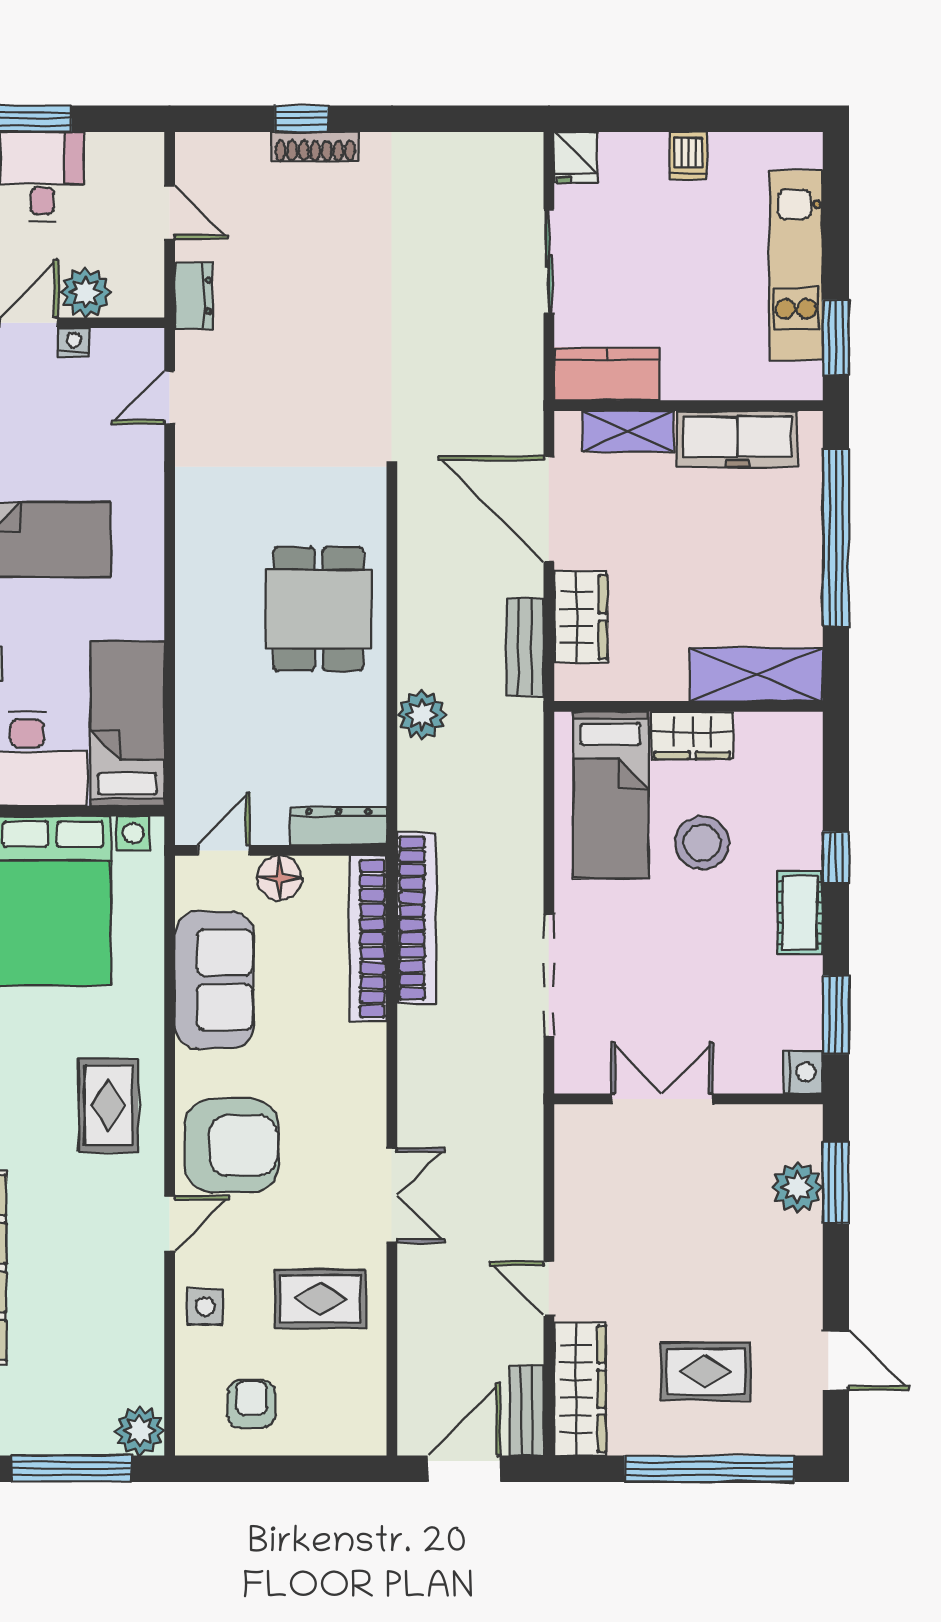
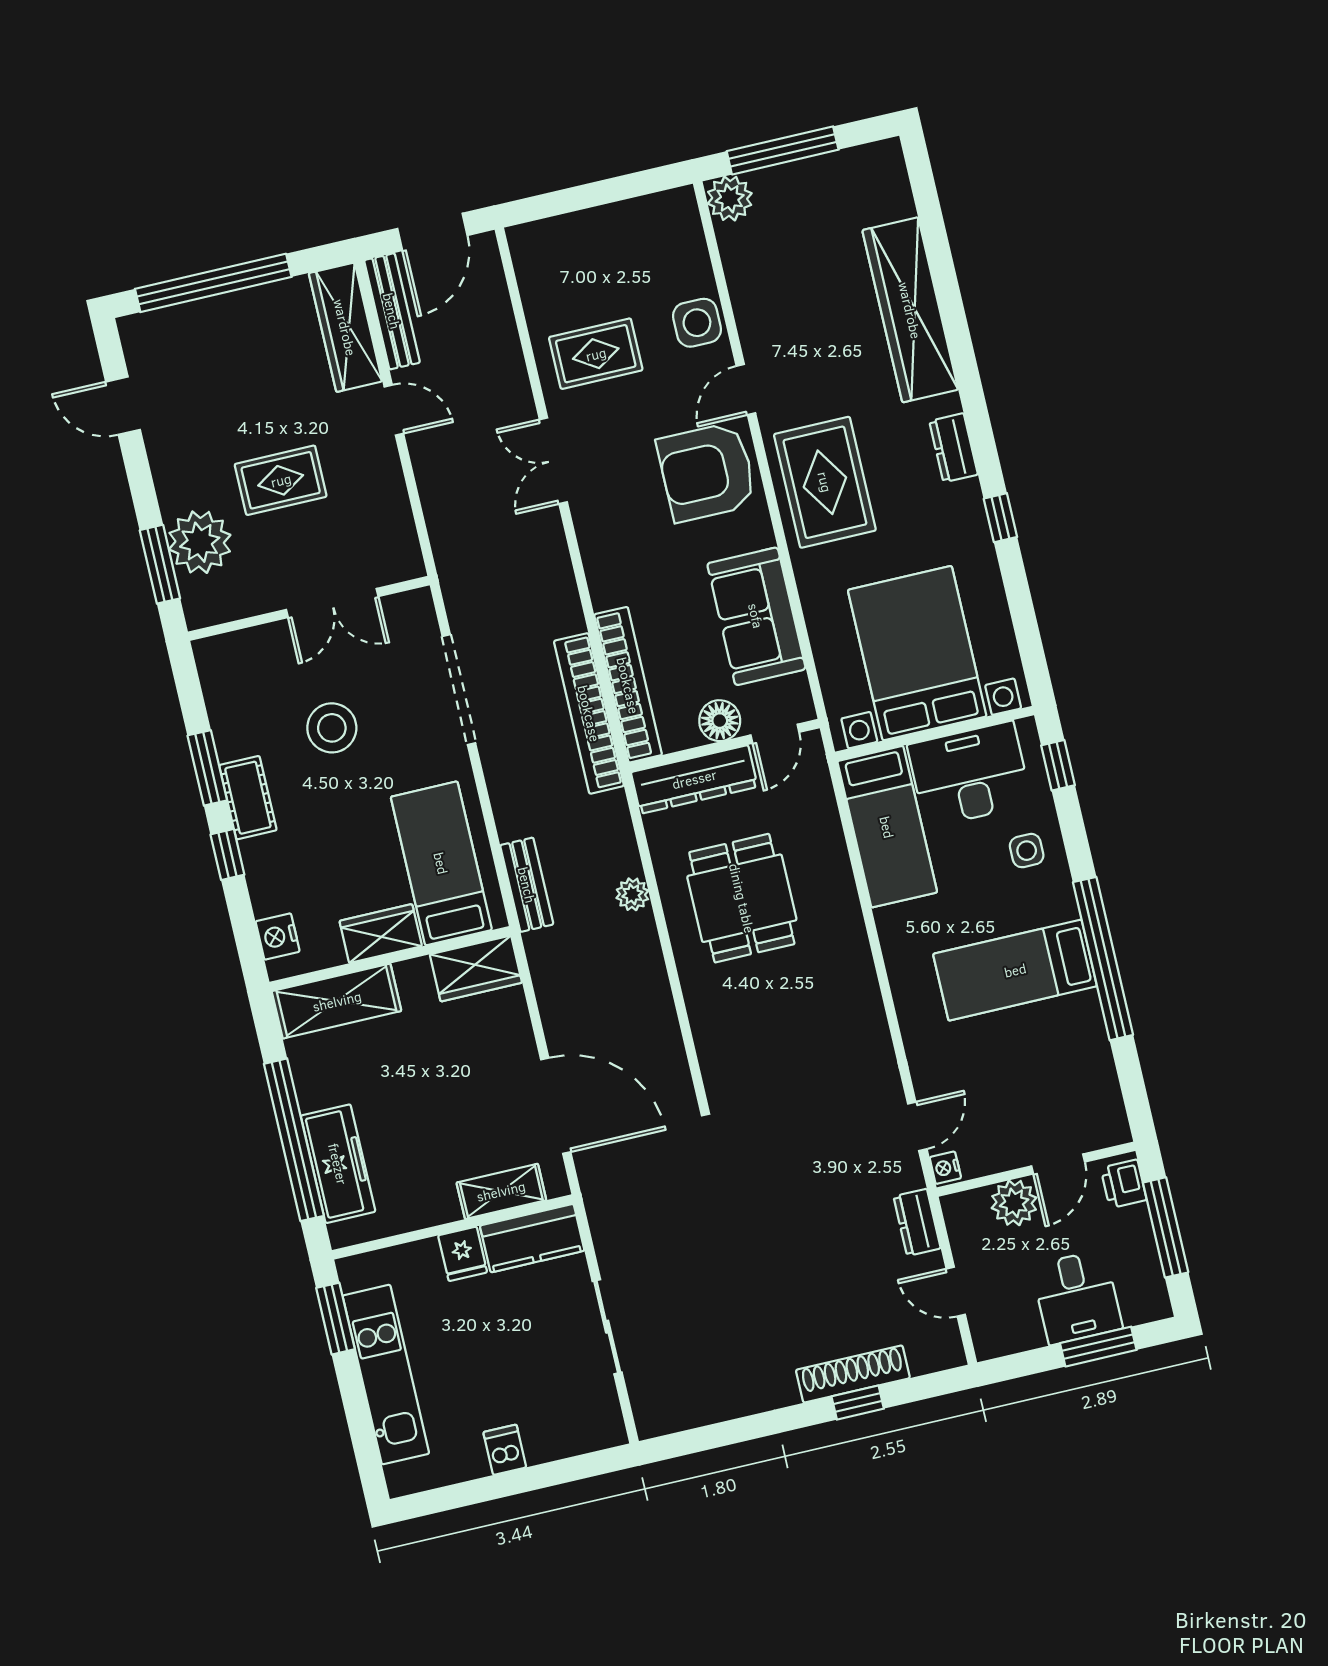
shoe rack: (315, 147) -> (853, 1374), width x1.36, depth x1.24
fridge: (576, 158) -> (463, 1254), moved, turned 180
nightstand: (74, 342) -> (945, 1168), moved, turned 90
freezer: (737, 439) -> (338, 1164), moved, turned 90
dining table: (319, 609) -> (742, 898), moved
wardrobe: (581, 617) -> (476, 968), moved, turned -90
bench: (525, 647) -> (527, 885), moved
plant: (422, 715) -> (632, 894), width x0.73, depth x0.73
dresser: (339, 826) -> (694, 779), width x1.37, depth x1.24
stool: (702, 843) -> (332, 728), moved
window: (836, 1015) -> (207, 768), moved
nightstand: (803, 1072) -> (278, 937), moved
rug: (108, 1105) -> (825, 482), width x1.36, depth x1.43
plant: (797, 1187) -> (200, 542), width x1.36, depth x1.36
side table: (205, 1307) -> (697, 323), width x1.37, depth x1.37
rug: (705, 1371) -> (281, 480), moved
armchair: (251, 1404) -> (636, 246), removed
bench: (527, 1411) -> (392, 311), width x1.36

